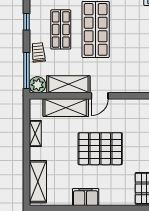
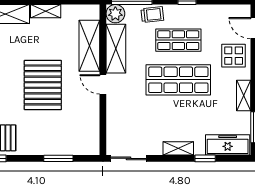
shelving: (35, 134) -> (46, 11), moved

